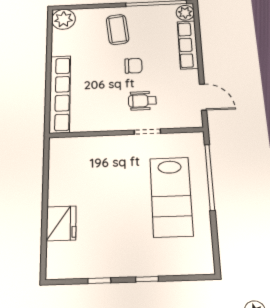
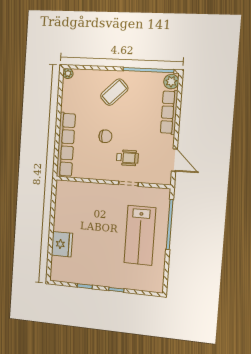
plant: (63, 19) -> (68, 73), width x0.53, depth x0.53
coffee table: (118, 29) -> (114, 92), turned 51
chair: (133, 66) -> (105, 136), moved
wheelchair: (142, 101) -> (127, 158), turned 180

